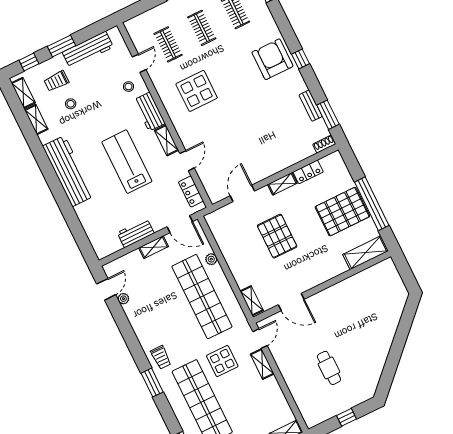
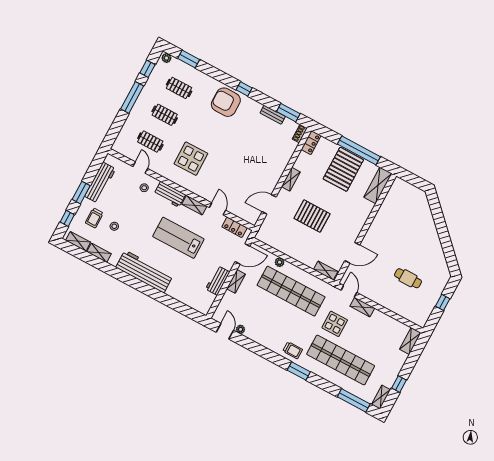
locker: (308, 172) -> (311, 143), moved
door: (242, 193) -> (269, 204), hinge flipped

